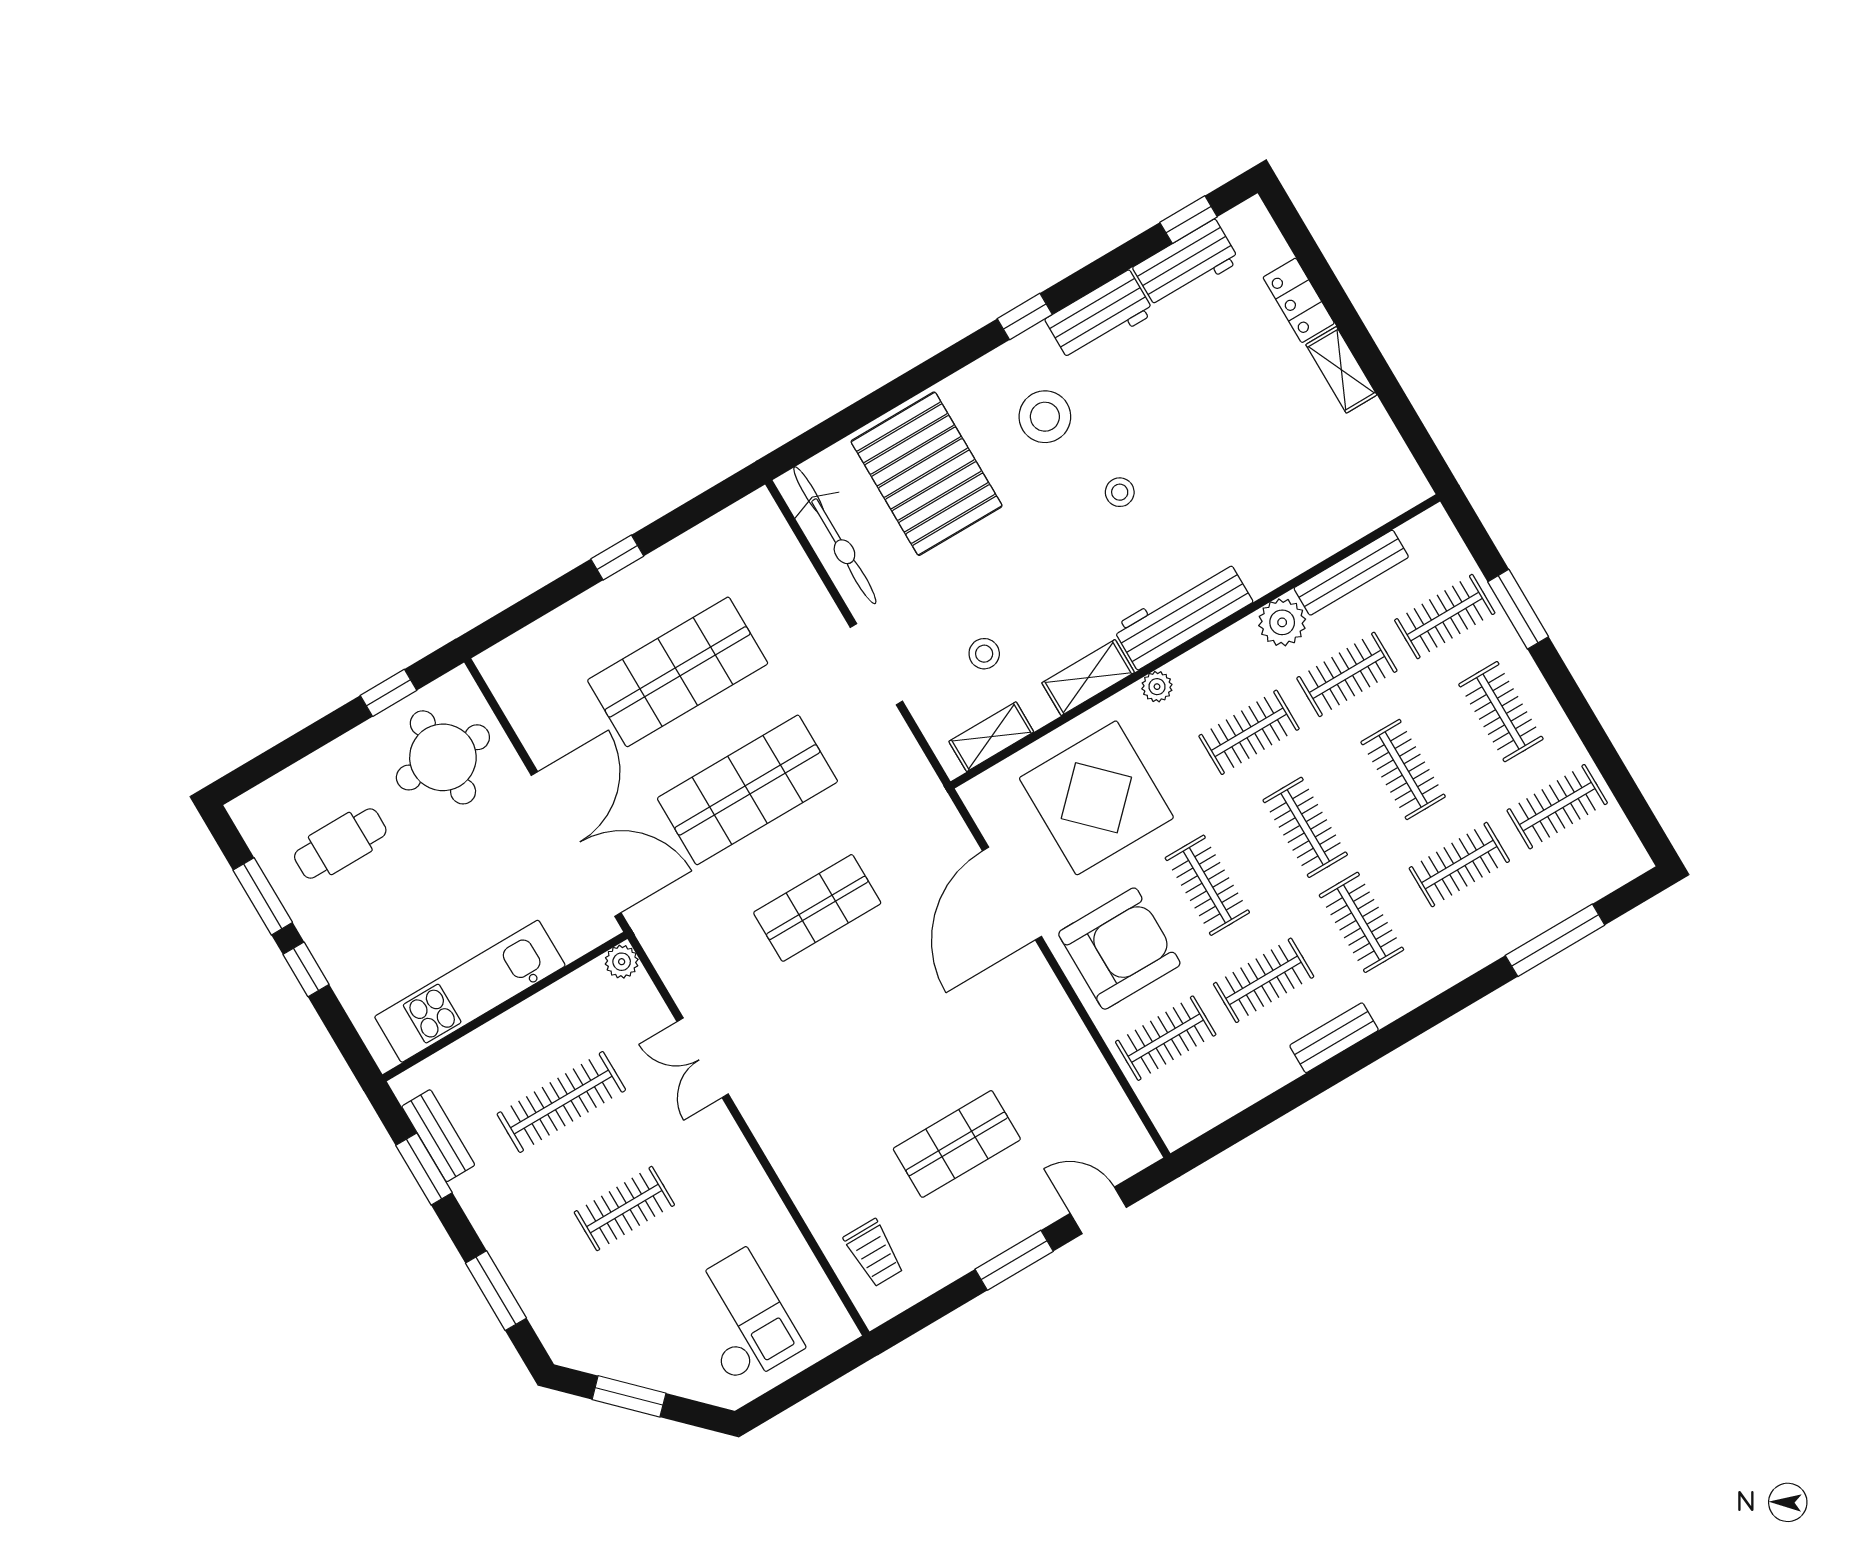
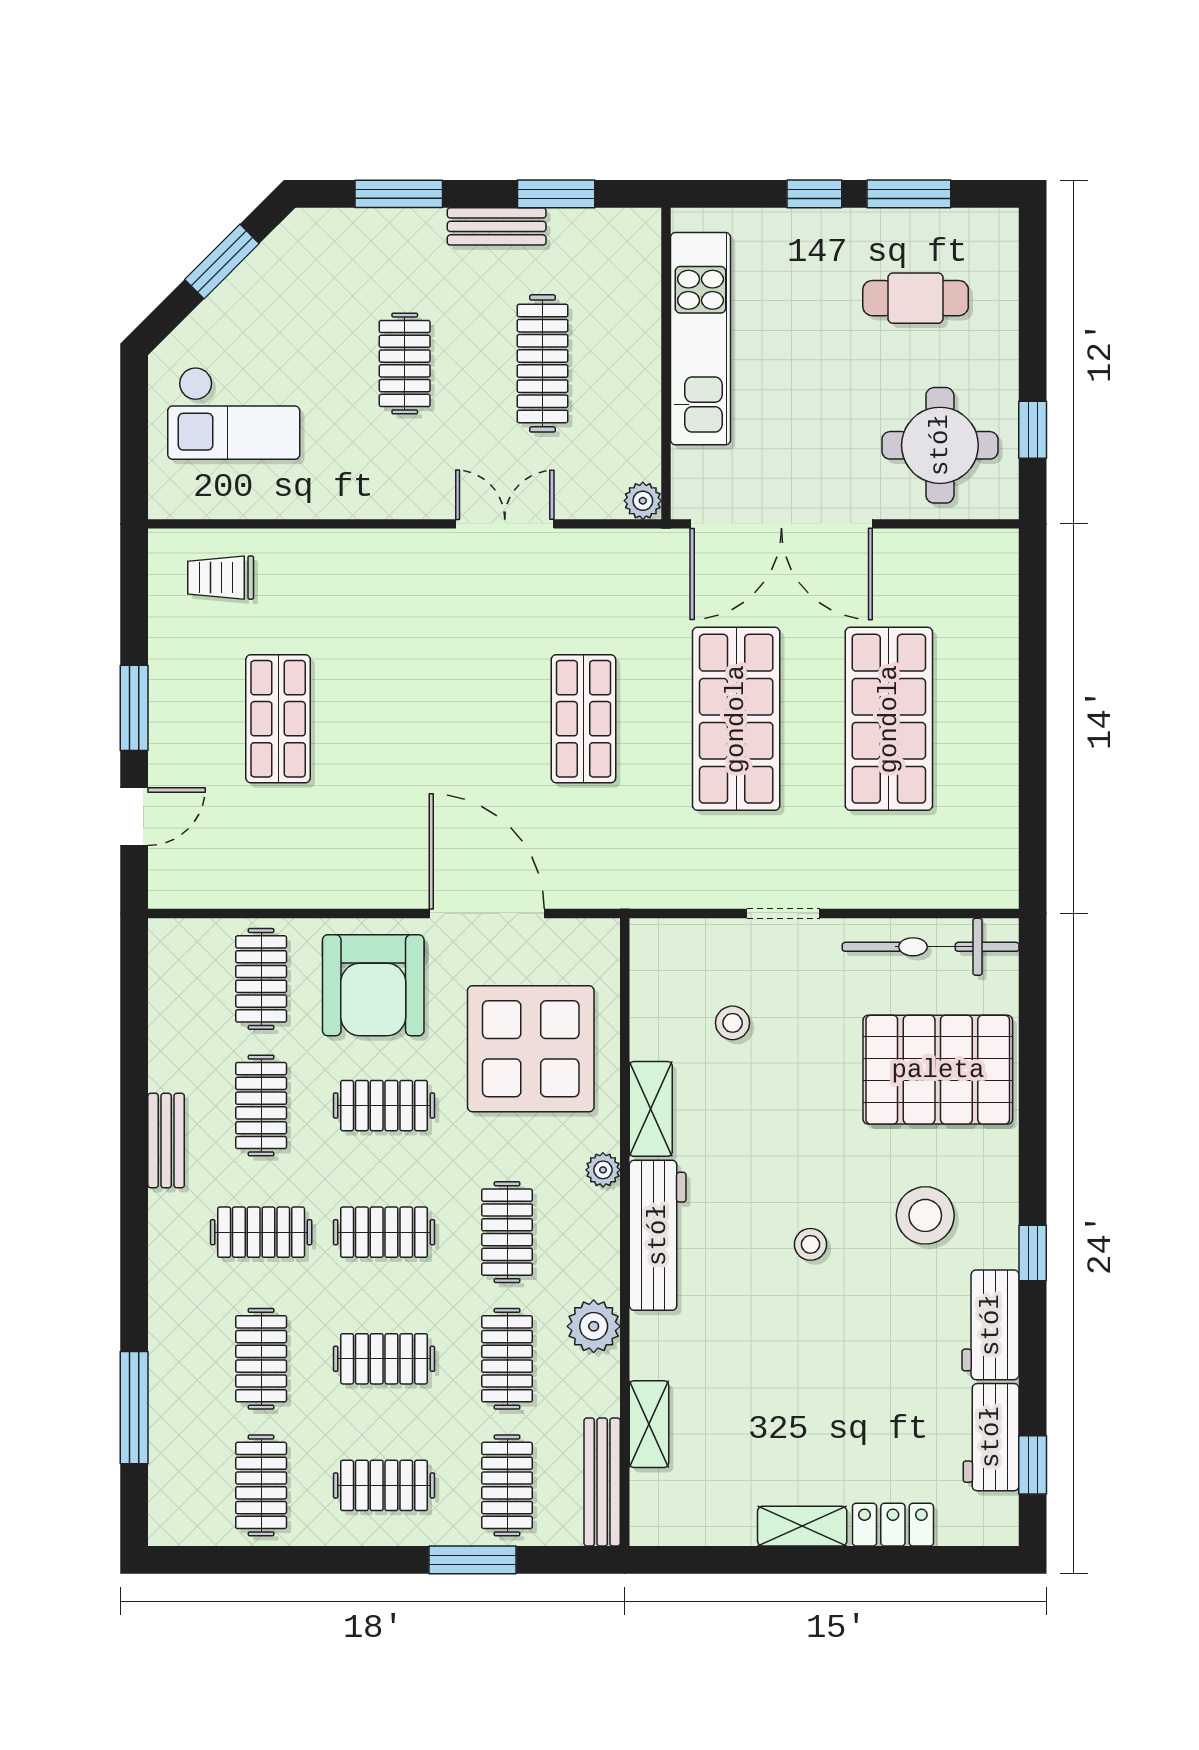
window: (617, 557) -> (1033, 726), removed
bench: (1351, 573) -> (602, 1482), moved
doorway: (876, 664) -> (783, 914), width x0.73
shelving: (991, 737) -> (649, 1424), moved
cafe table: (340, 844) -> (916, 298), turned 90
bench: (438, 1136) -> (497, 226), moved

